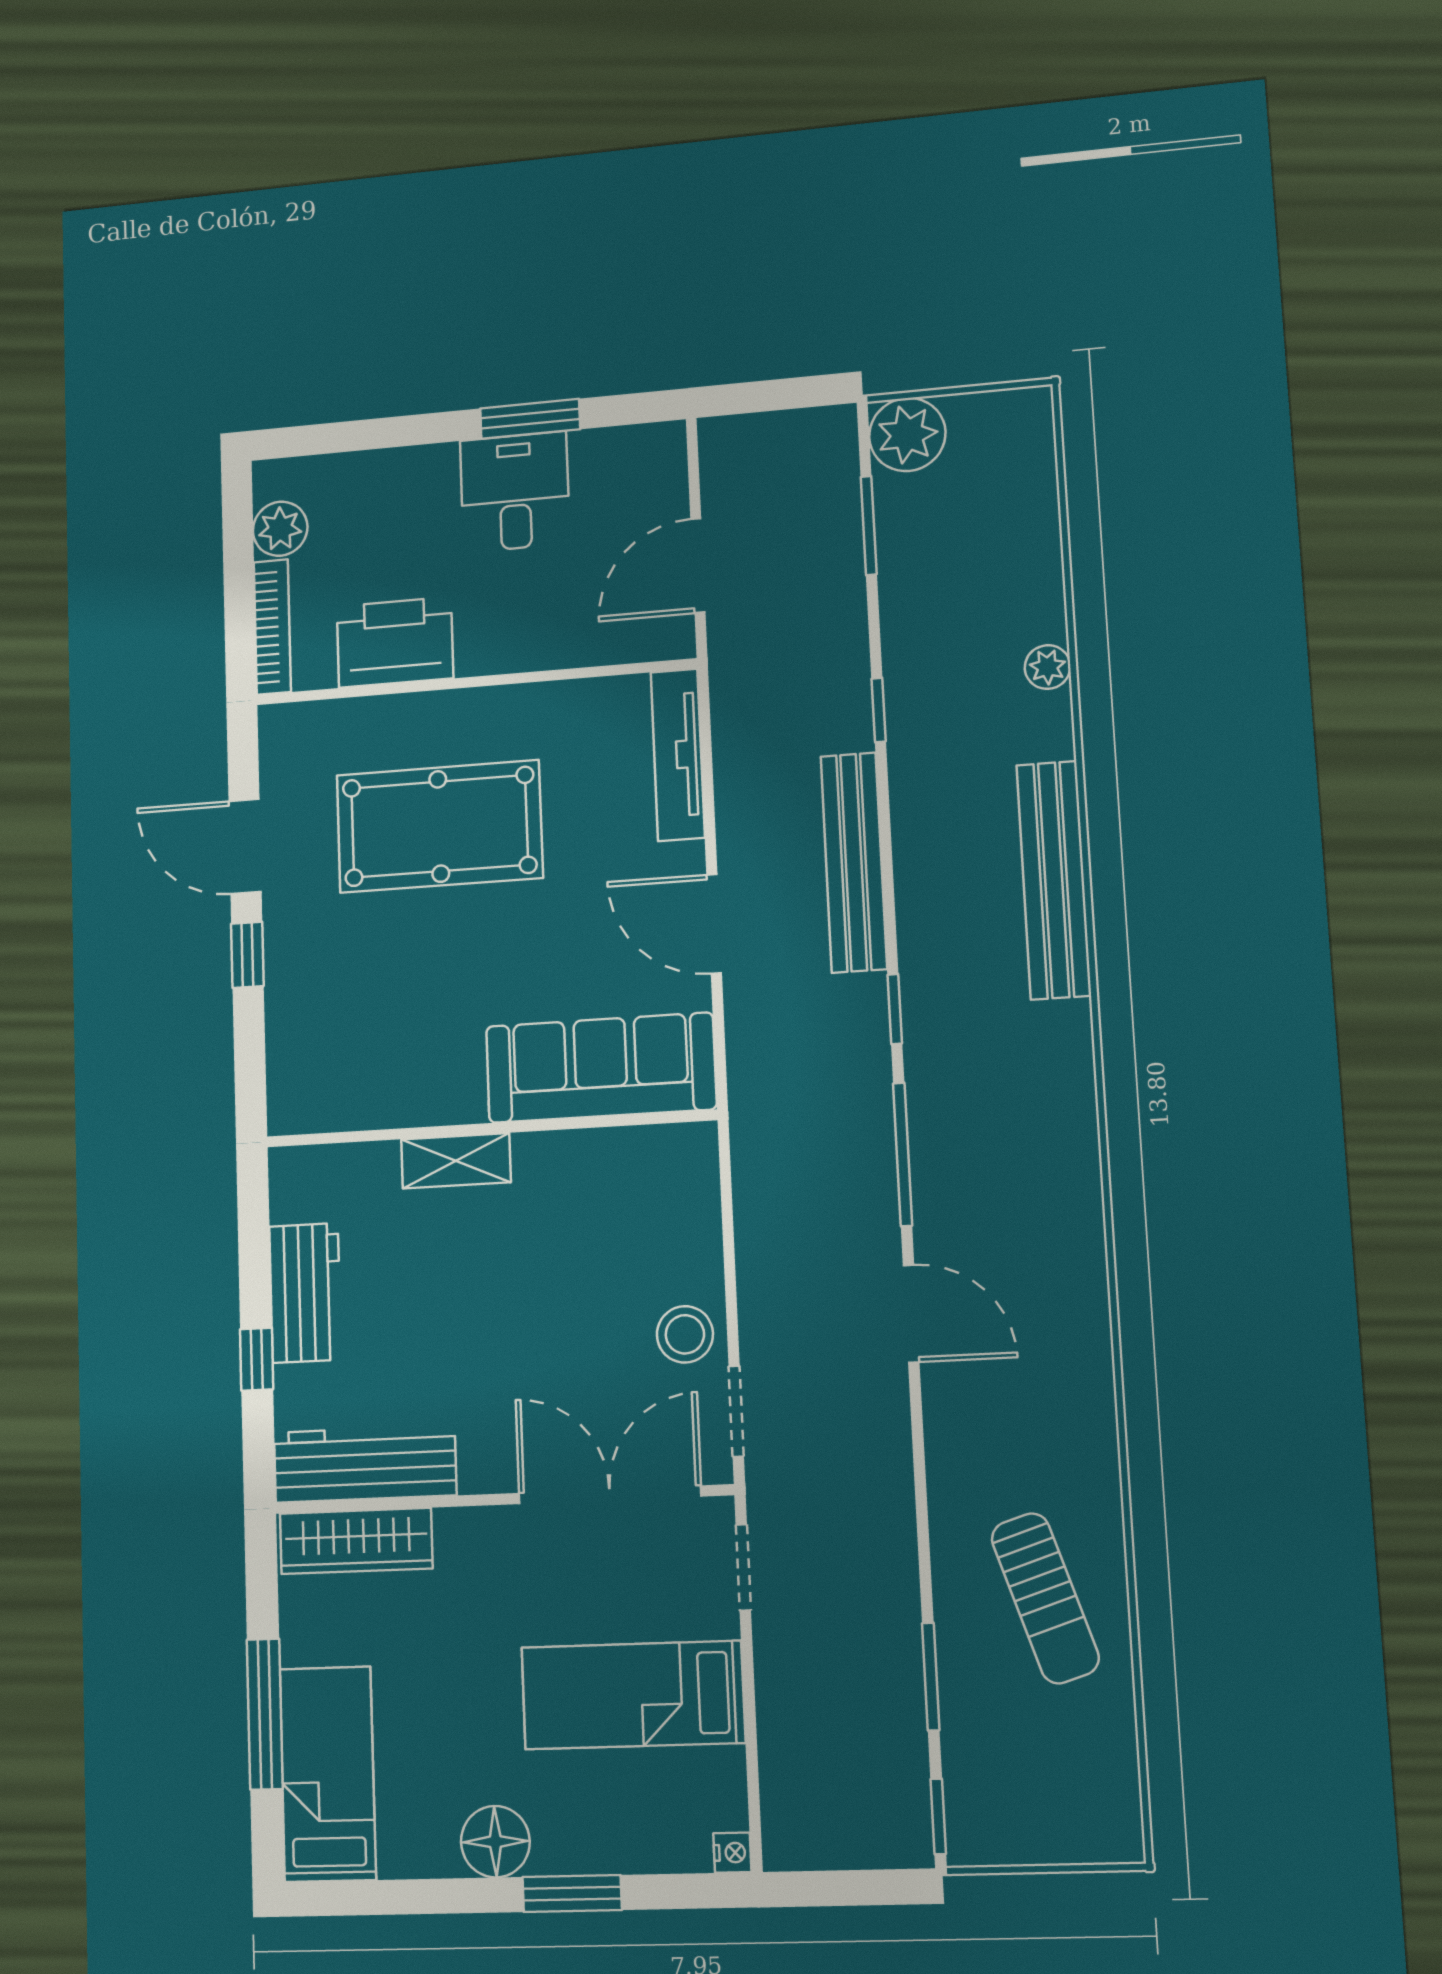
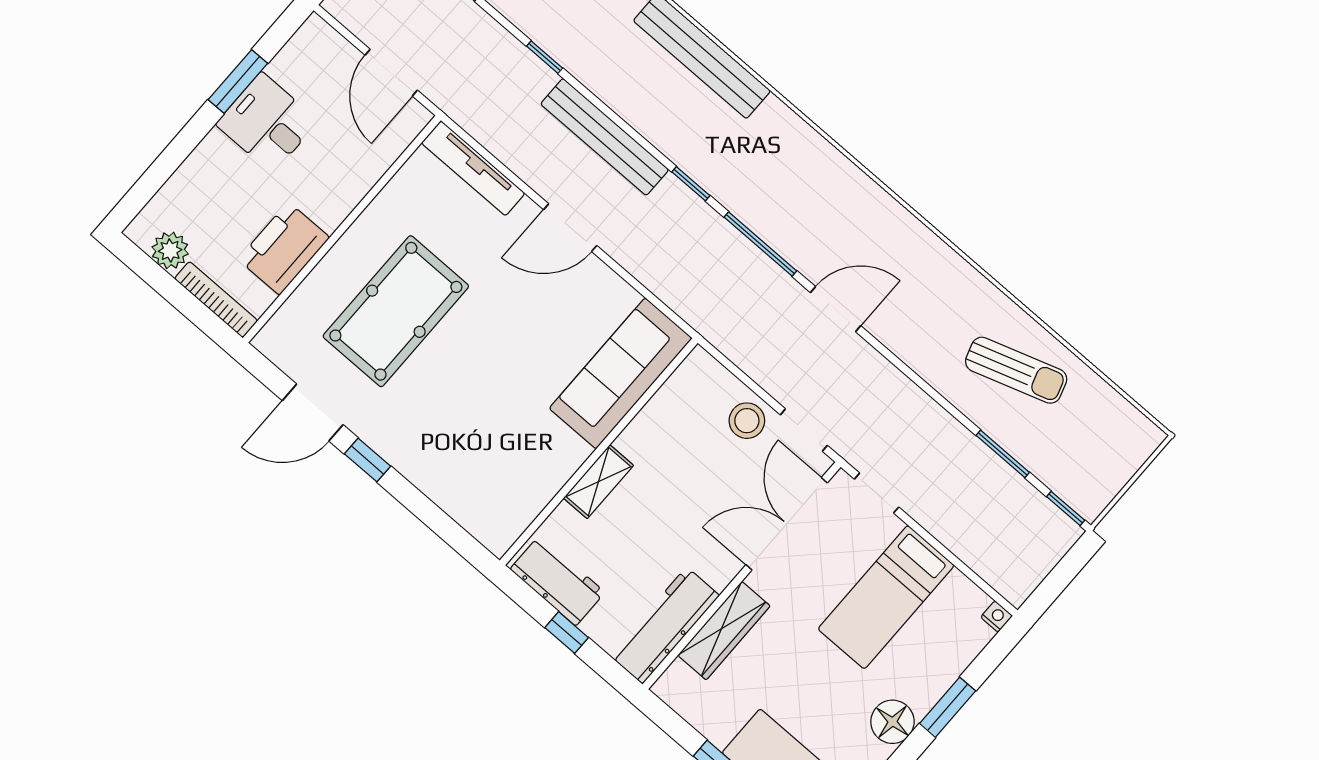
sofa: (601, 1068) -> (621, 373), moved
wall: (490, 1129) -> (599, 452), moved
shelving: (456, 1161) -> (598, 482), moved
wardrobe: (356, 1541) -> (724, 631), moved

